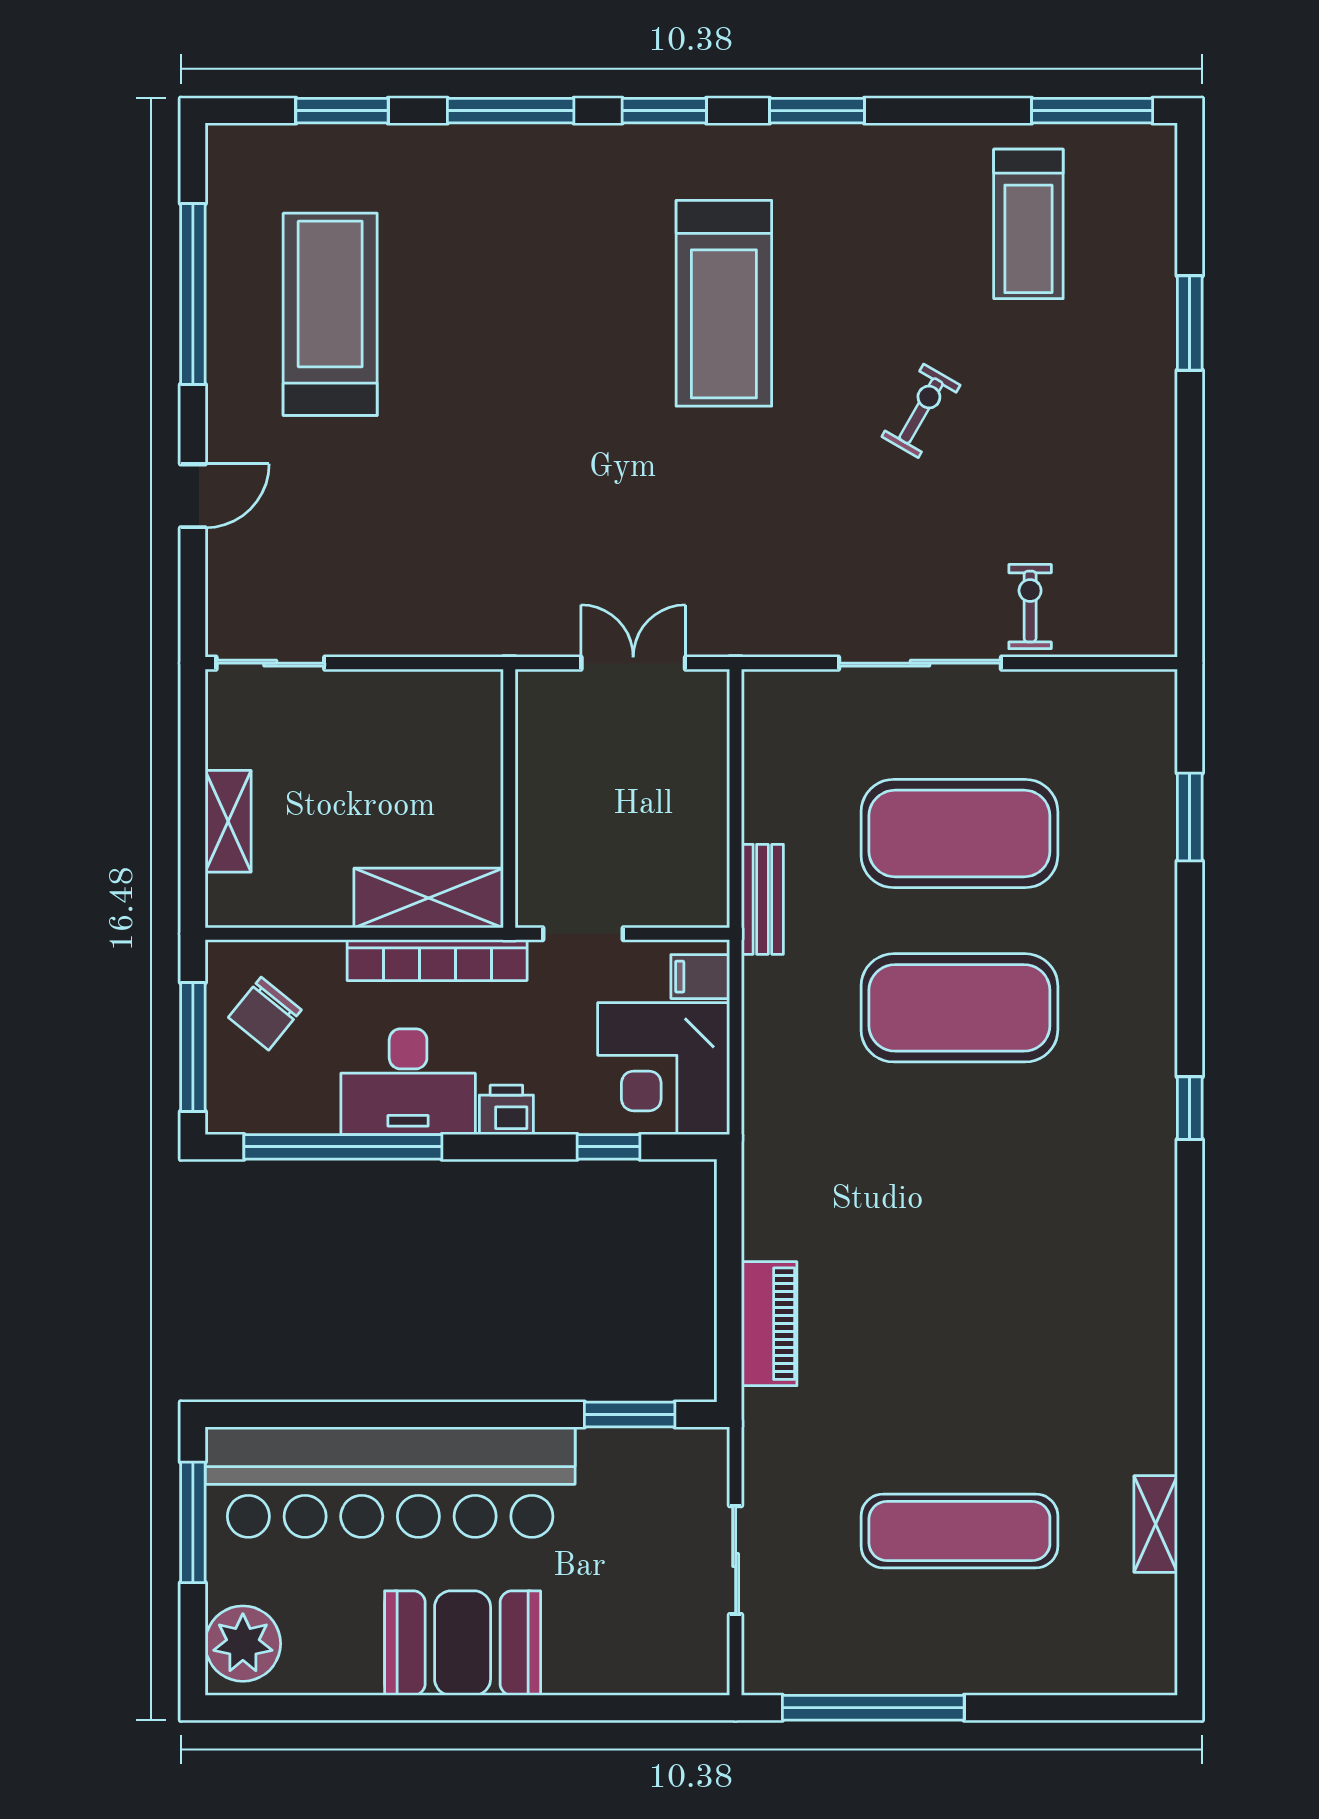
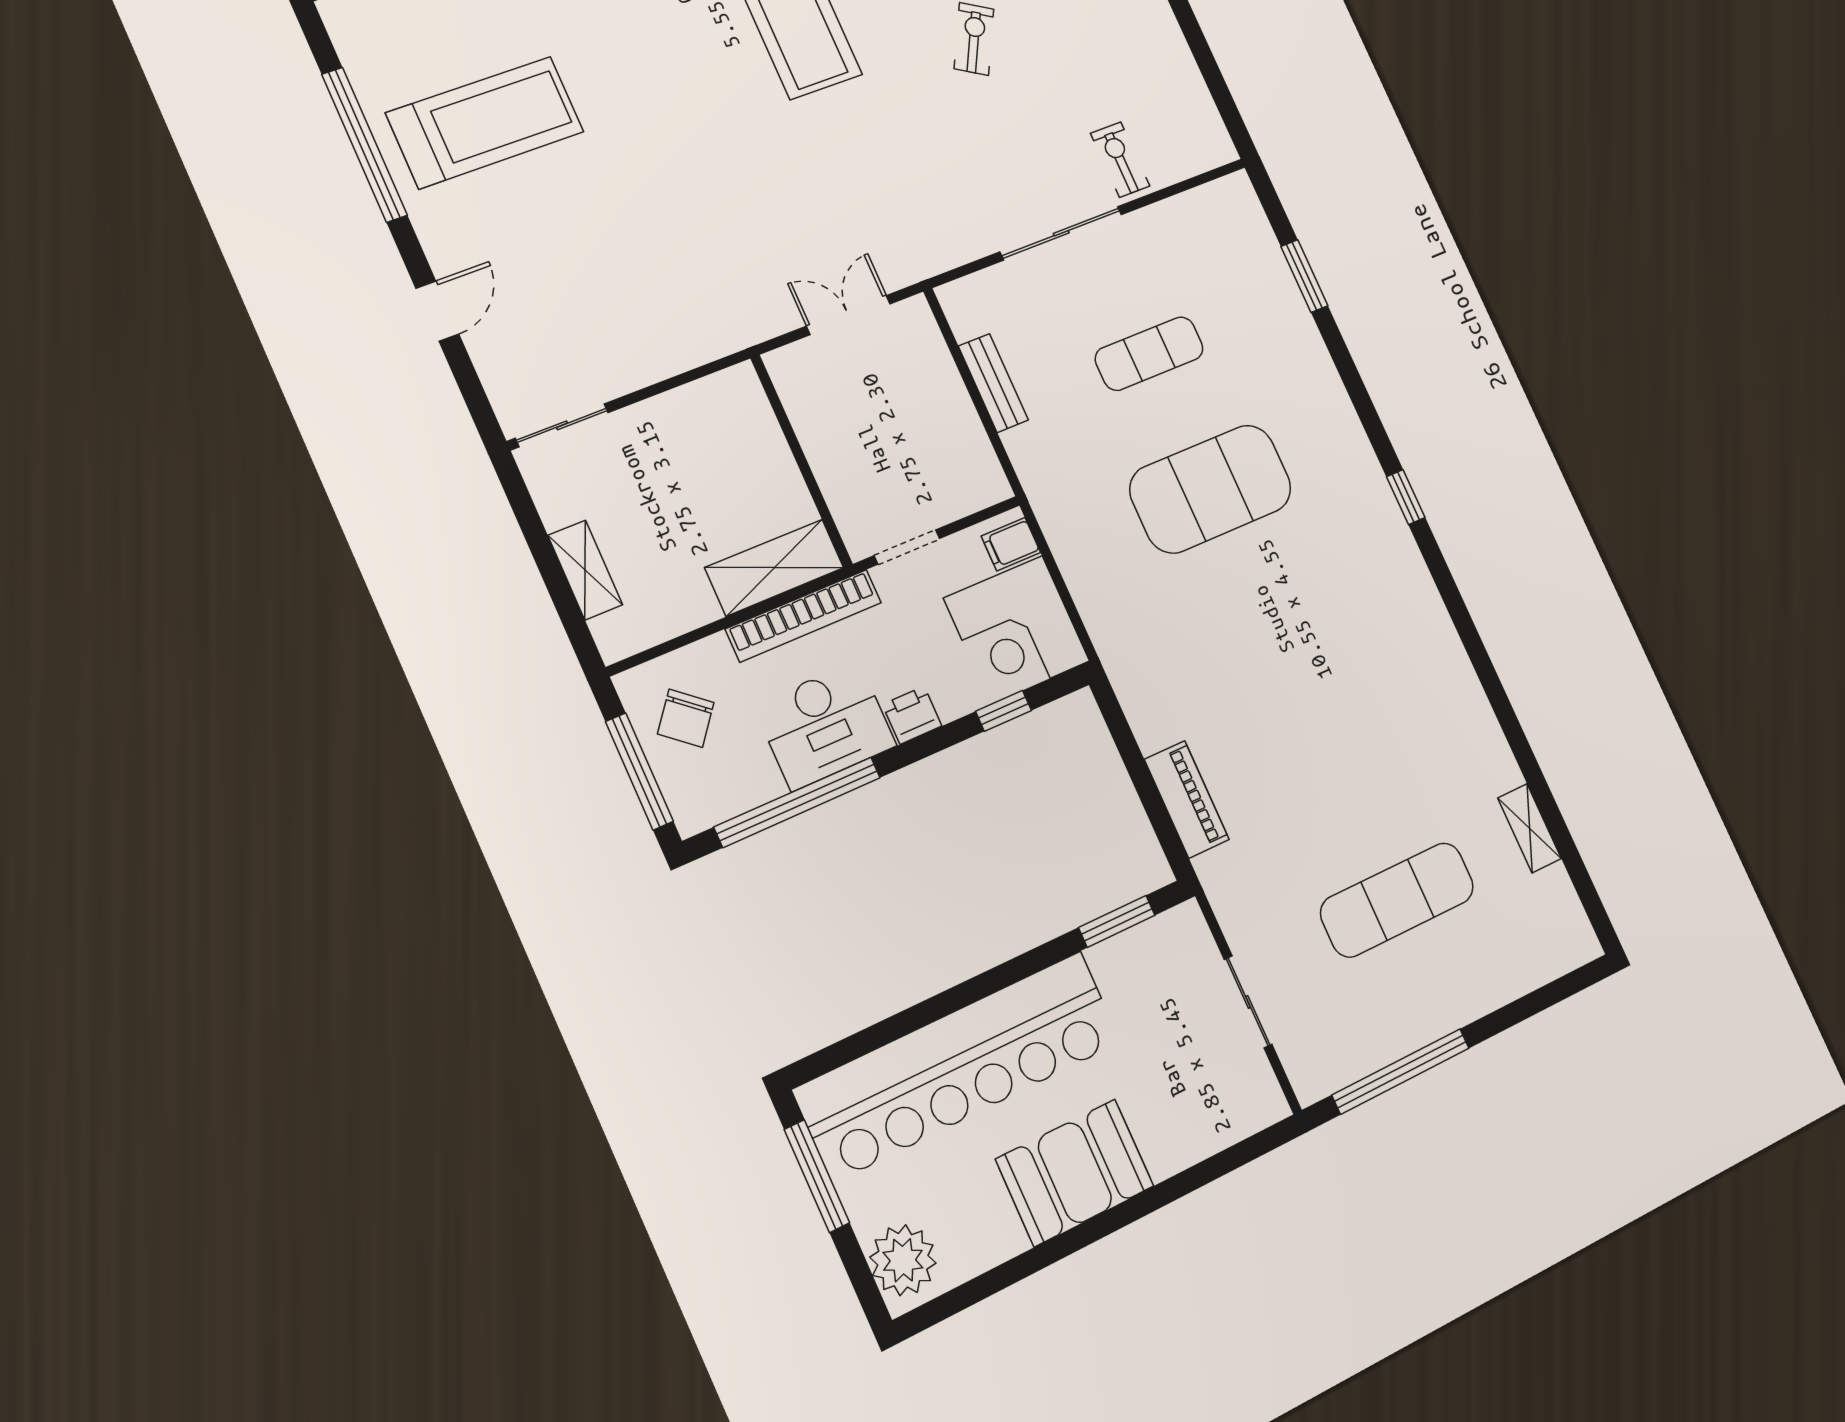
treadmill: (330, 314) -> (485, 122), turned 90
exercise mat: (959, 833) -> (1149, 354), width x0.50, depth x0.69
bench: (762, 899) -> (993, 383), moved

